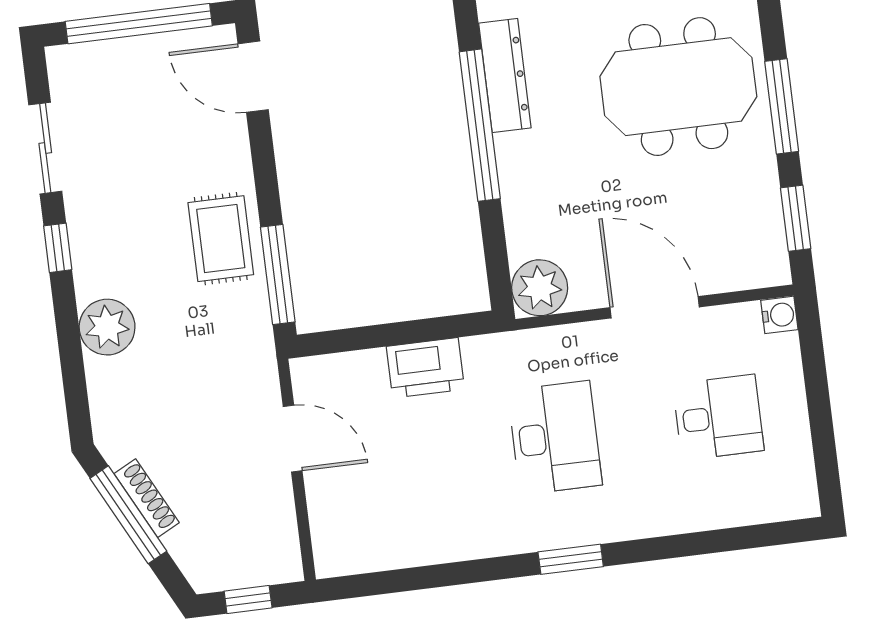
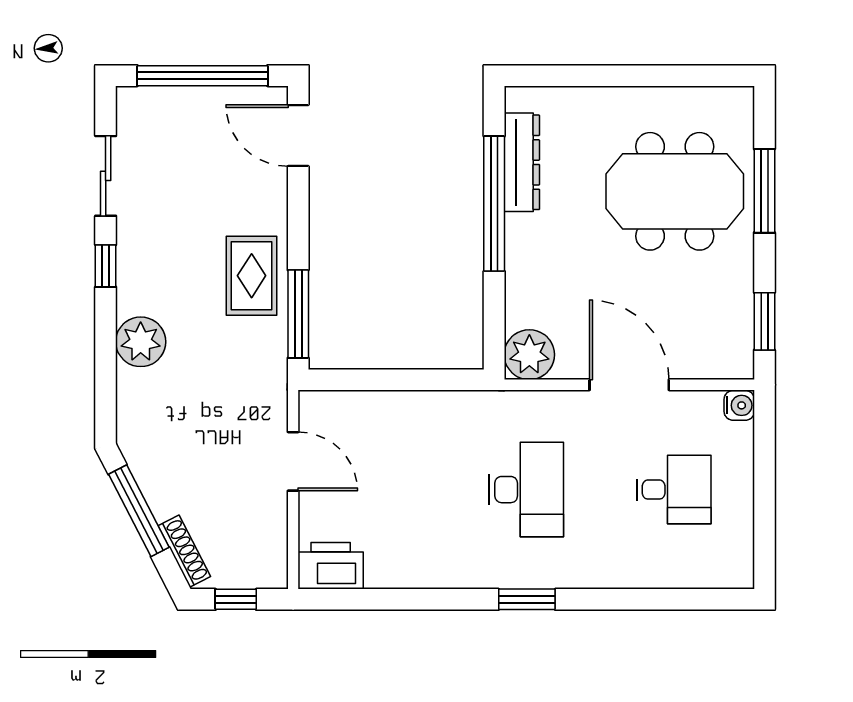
window: (782, 106) -> (764, 191), moved
printer: (425, 368) -> (331, 566), moved, turned 180
shoe rack: (147, 498) -> (184, 551), moved

